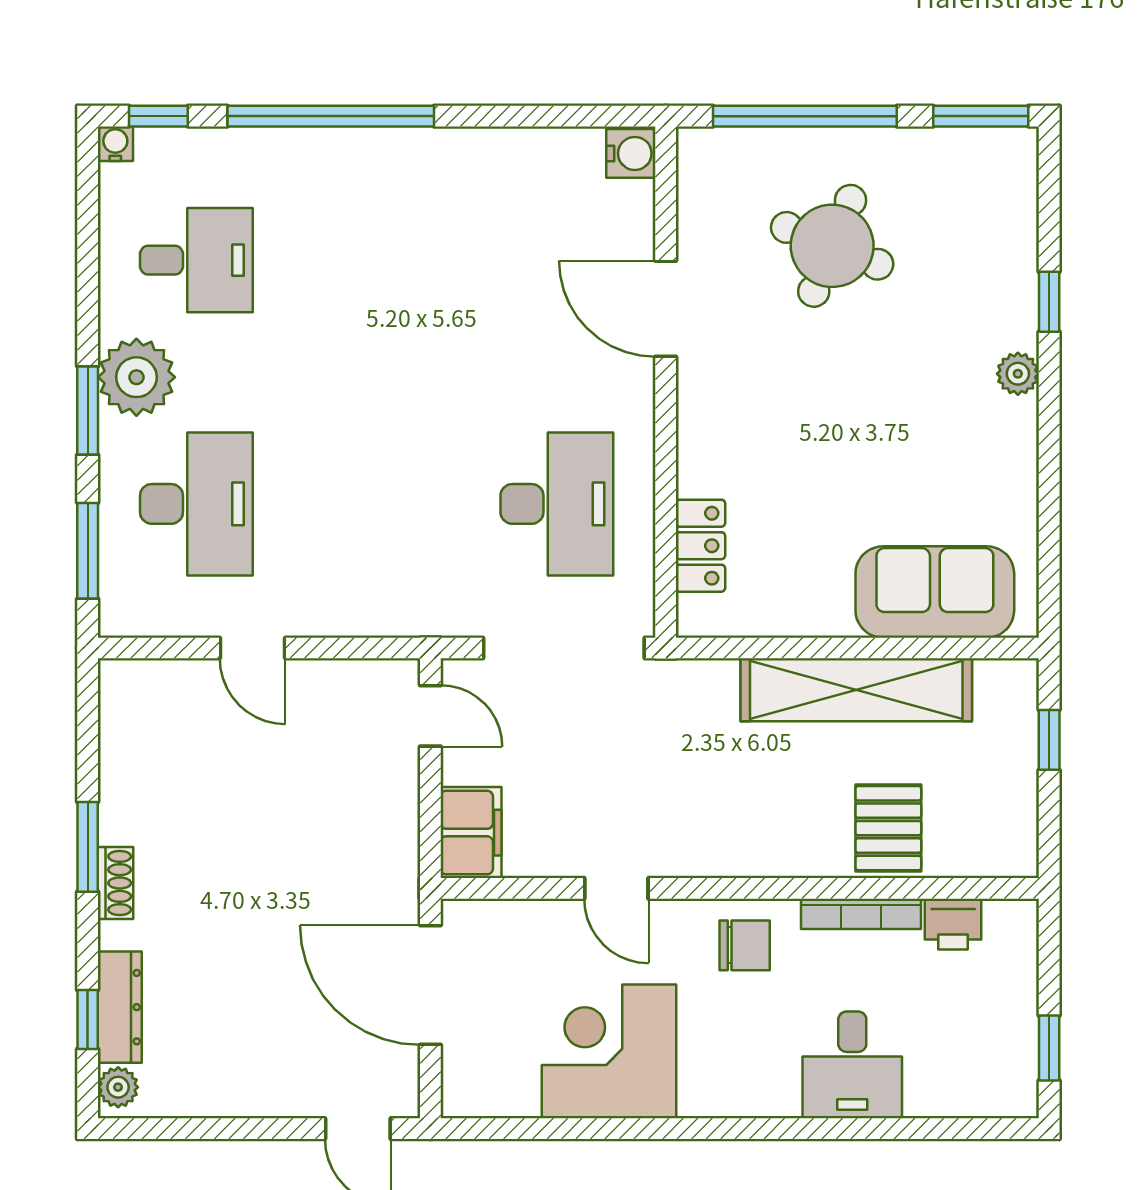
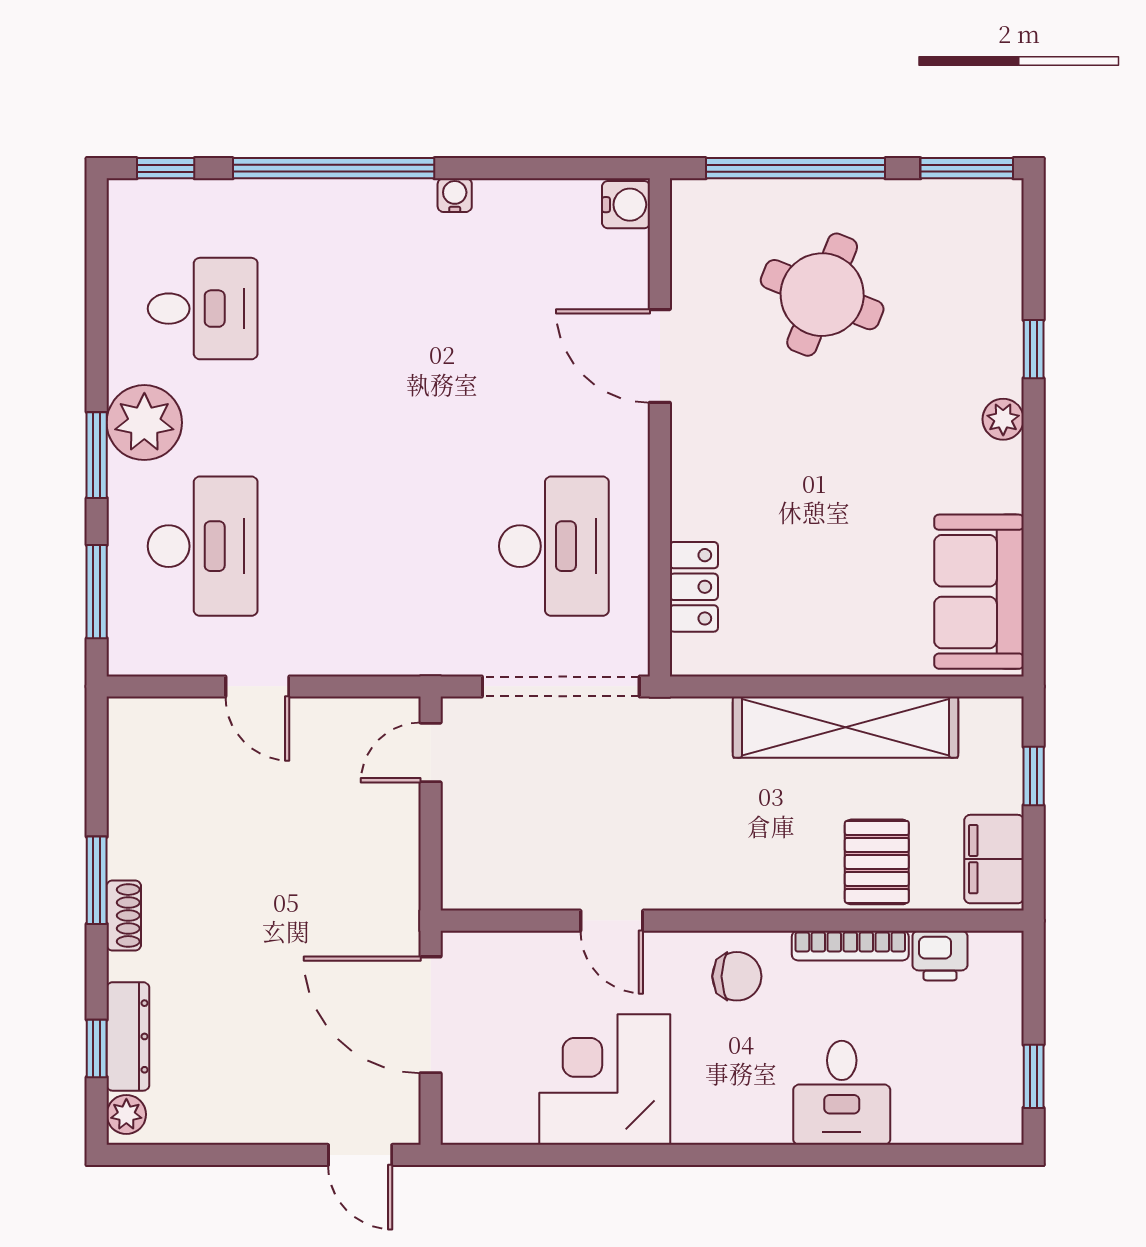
water cooler: (115, 144) -> (455, 195), moved
sofa: (935, 592) -> (979, 592), moved, turned -90
door: (430, 716) -> (431, 753), swing flipped
filing cabinet: (471, 833) -> (994, 859), moved, turned 180

